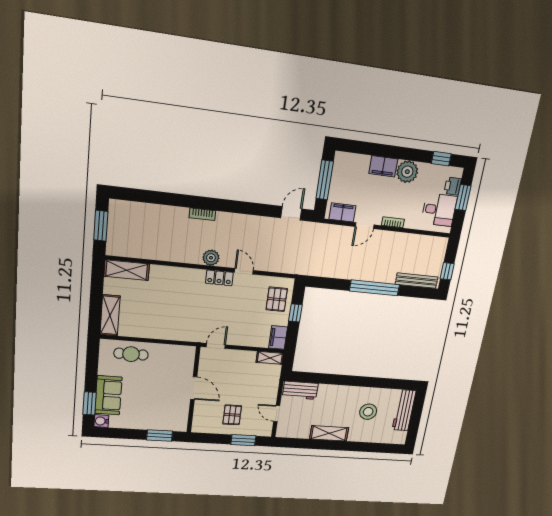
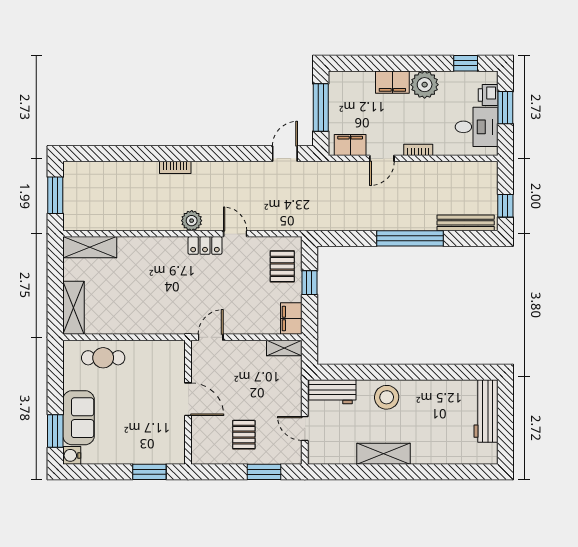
stool: (368, 412) -> (387, 397), moved

